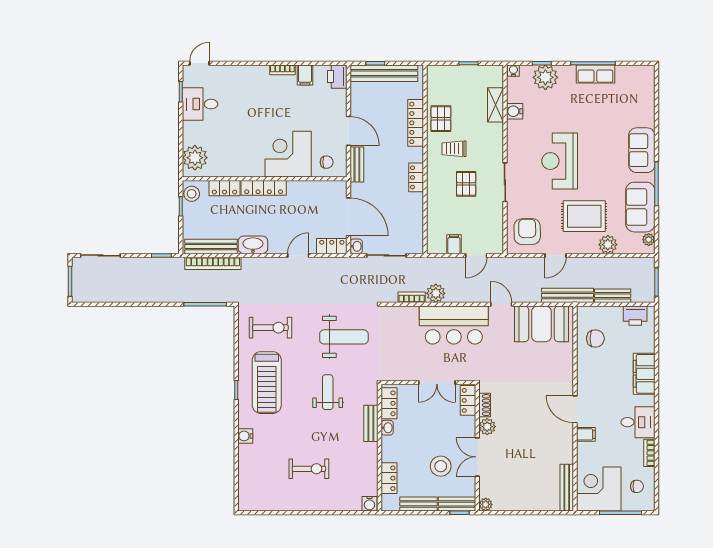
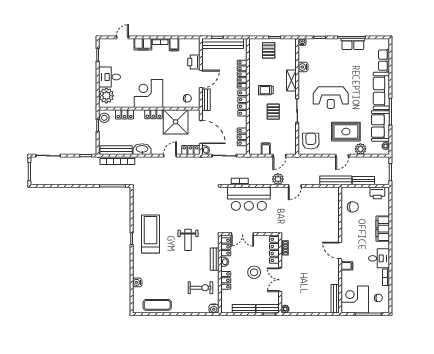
door: (199, 63) -> (122, 37), moved
filing cabinet: (254, 74) -> (143, 44), added
printer: (337, 77) -> (194, 62), moved
plant: (545, 77) -> (322, 46), removed
row of seats: (646, 100) -> (384, 60), added
desk: (200, 104) -> (109, 77), moved
shelving: (496, 105) -> (291, 81), moved
pallet: (441, 119) -> (269, 50), moved
door: (349, 131) -> (201, 79), hinge flipped
sofa: (642, 150) -> (381, 91), width x1.36
corner desk: (288, 154) -> (149, 93), moved
reception desk: (560, 161) -> (331, 98), turned -90
locker: (416, 177) -> (242, 103), width x1.53
locker: (264, 188) -> (153, 114), width x0.66
shower: (307, 200) -> (176, 122), added
locker: (416, 225) -> (242, 137), added
door: (555, 255) -> (342, 156), moved
plant: (436, 293) -> (278, 179), moved
door: (501, 304) -> (295, 186), swing flipped
booth: (541, 324) -> (320, 198), removed
bar counter: (454, 325) -> (249, 199), moved
exercise bike: (270, 328) -> (153, 200), removed
weight bench: (344, 337) -> (198, 206), removed
double door: (437, 382) -> (242, 234), moved
treadmill: (267, 383) -> (151, 234), turned 180
weight bench: (328, 392) -> (188, 240), turned 180
locker: (468, 400) -> (274, 250), width x1.53
plant: (487, 427) -> (286, 261), removed
water cooler: (245, 436) -> (137, 282), moved
stool: (441, 466) -> (254, 272), moved
exercise bike: (309, 469) -> (200, 288), moved
locker: (389, 478) -> (226, 280), moved
exercise mat: (278, 498) -> (157, 305), added

